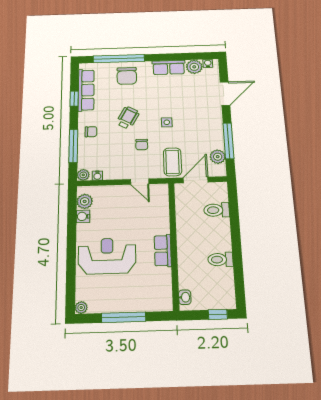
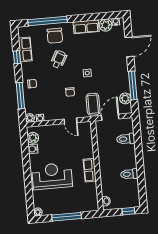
row of seats: (86, 90) -> (25, 49), width x0.68
wheelchair: (128, 118) -> (59, 59), moved

